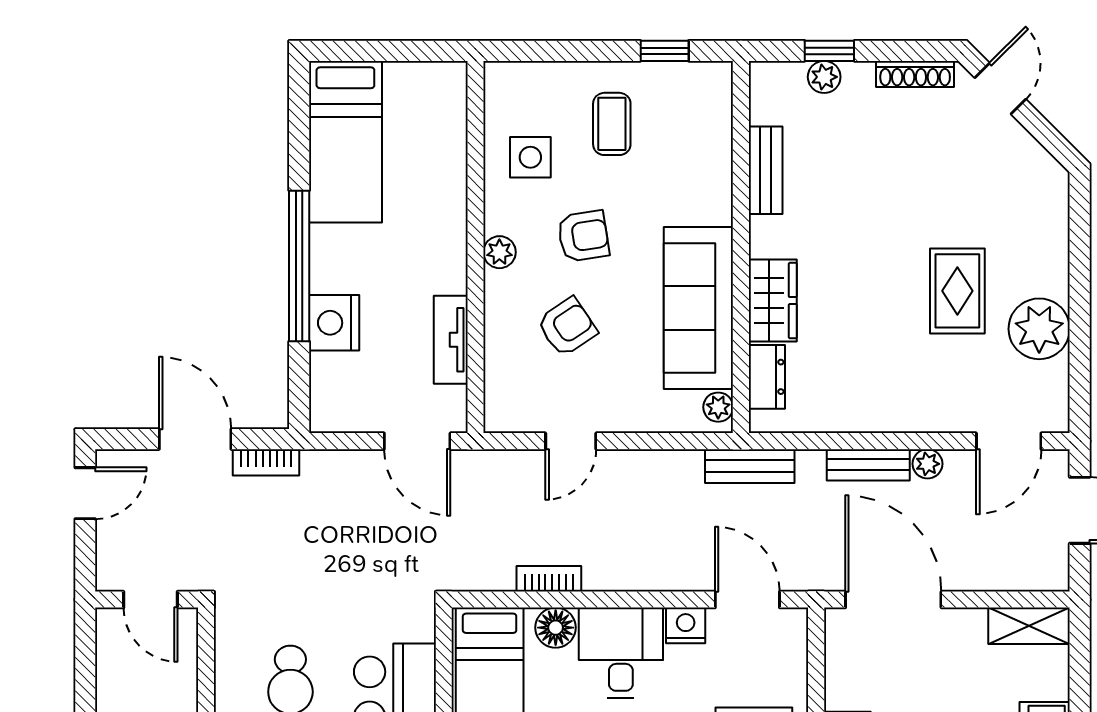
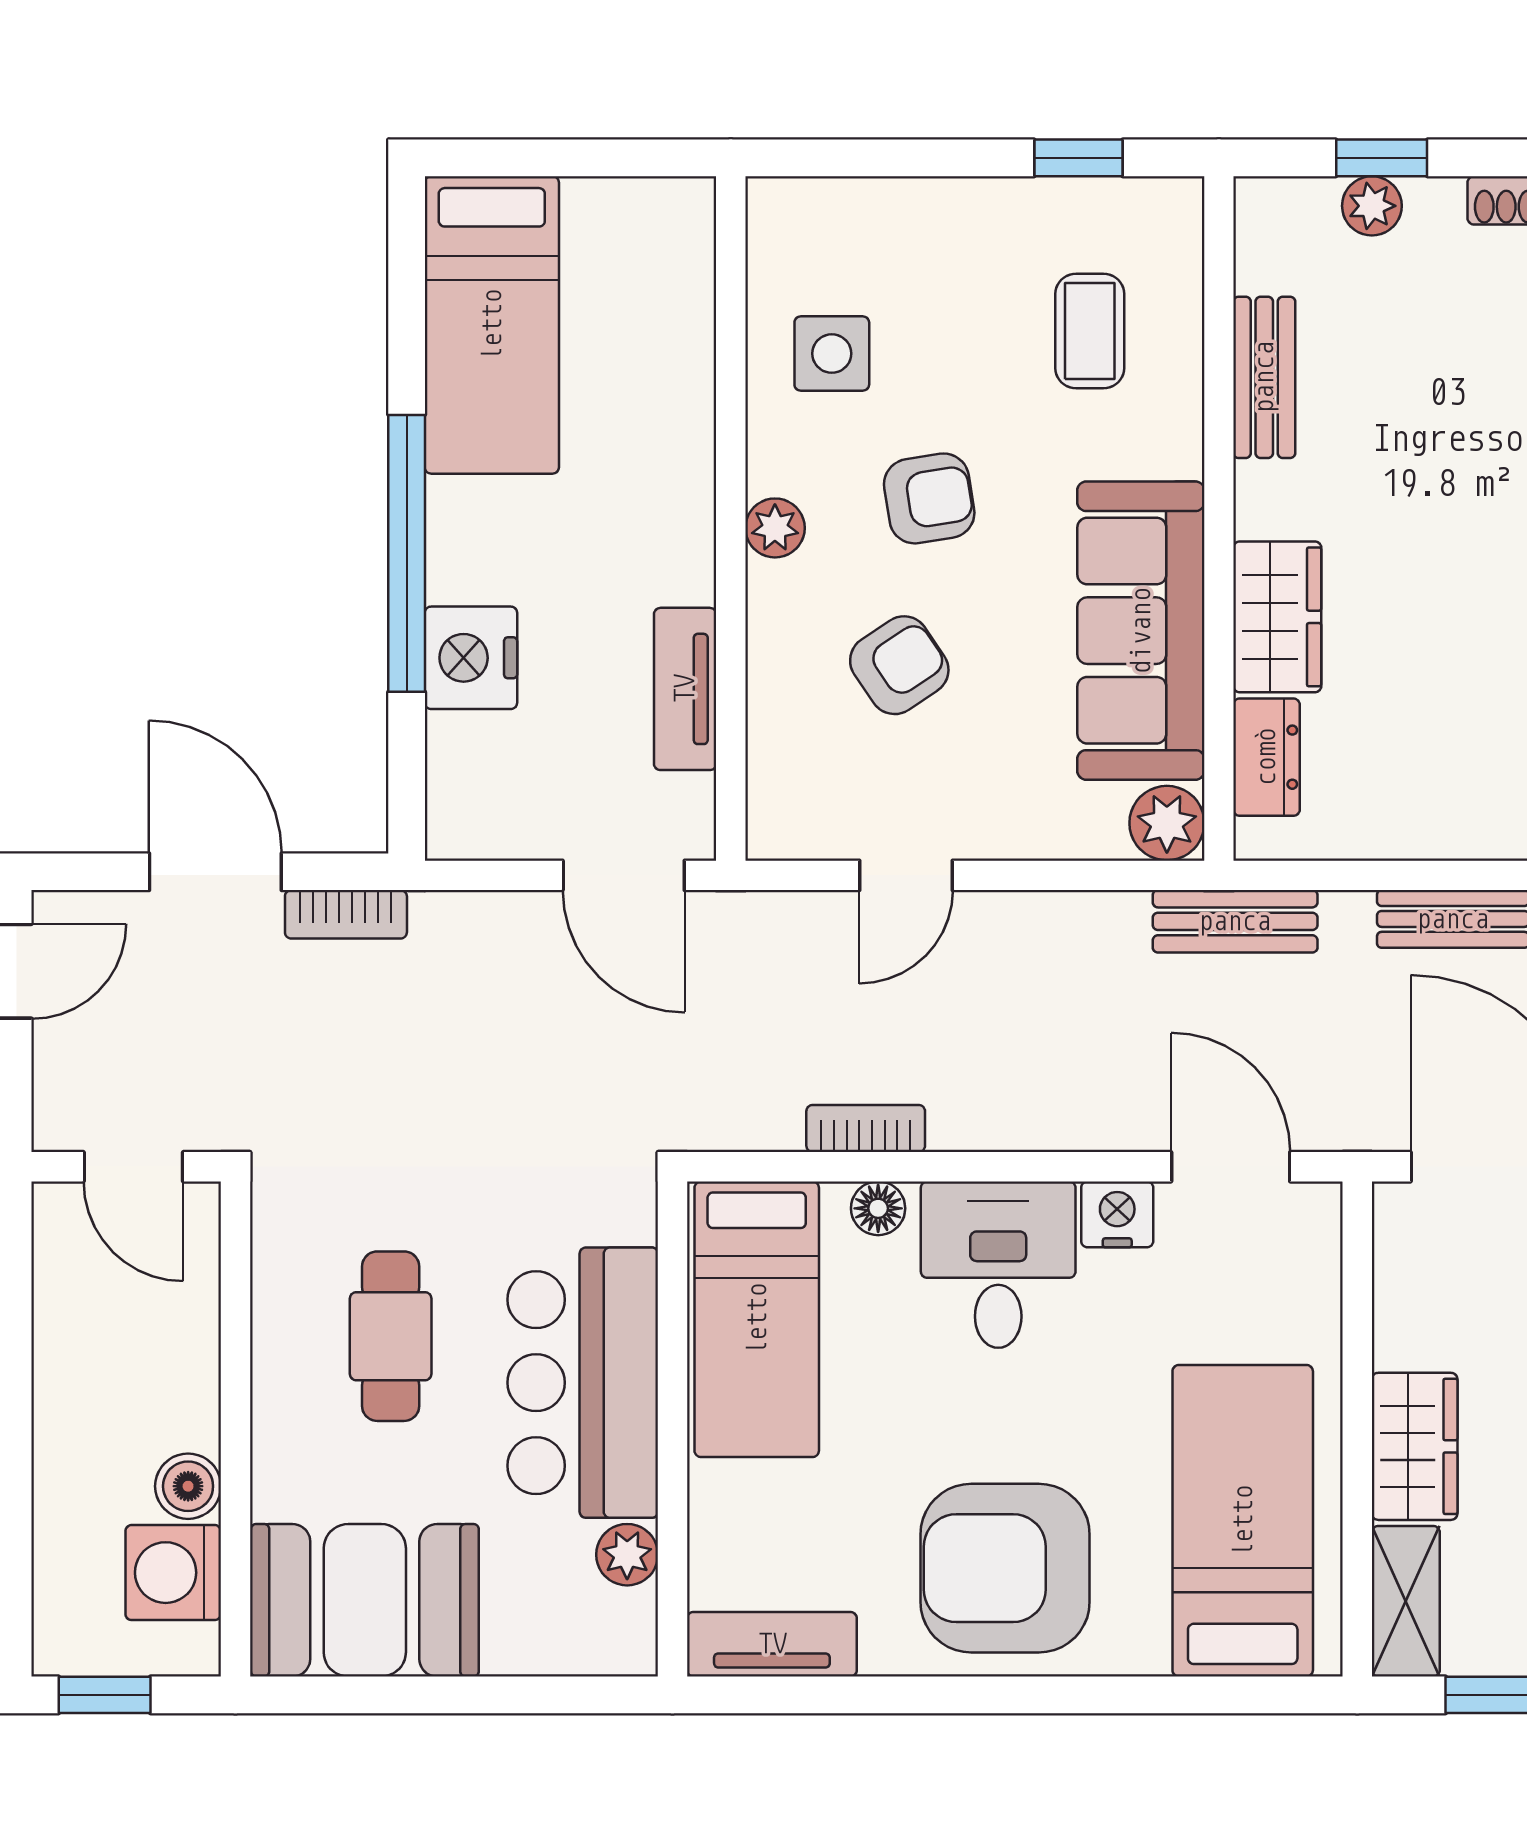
coffee table: (612, 124) -> (1090, 331), moved
plant: (718, 407) -> (1167, 823), width x1.38, depth x1.38
floor lamp: (556, 628) -> (878, 1208), width x0.73, depth x0.73

